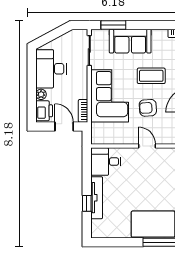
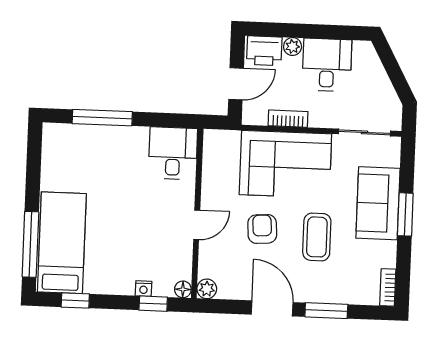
window: (113, 25) -> (405, 214), moved
desk: (51, 69) -> (327, 65), width x0.73
bookcase: (83, 111) -> (288, 119), moved
tv unit: (97, 198) -> (111, 135), removed
window: (87, 203) -> (102, 118), width x2.17

